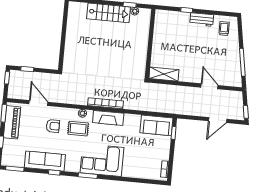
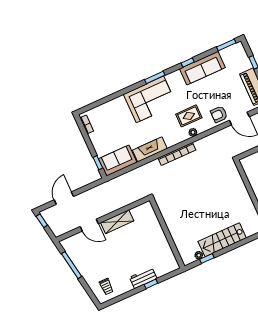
workbench: (202, 20) -> (143, 278), moved
shelving: (164, 74) -> (117, 222), moved
fireplace: (108, 118) -> (150, 149), moved
armchair: (53, 126) -> (219, 114), moved

